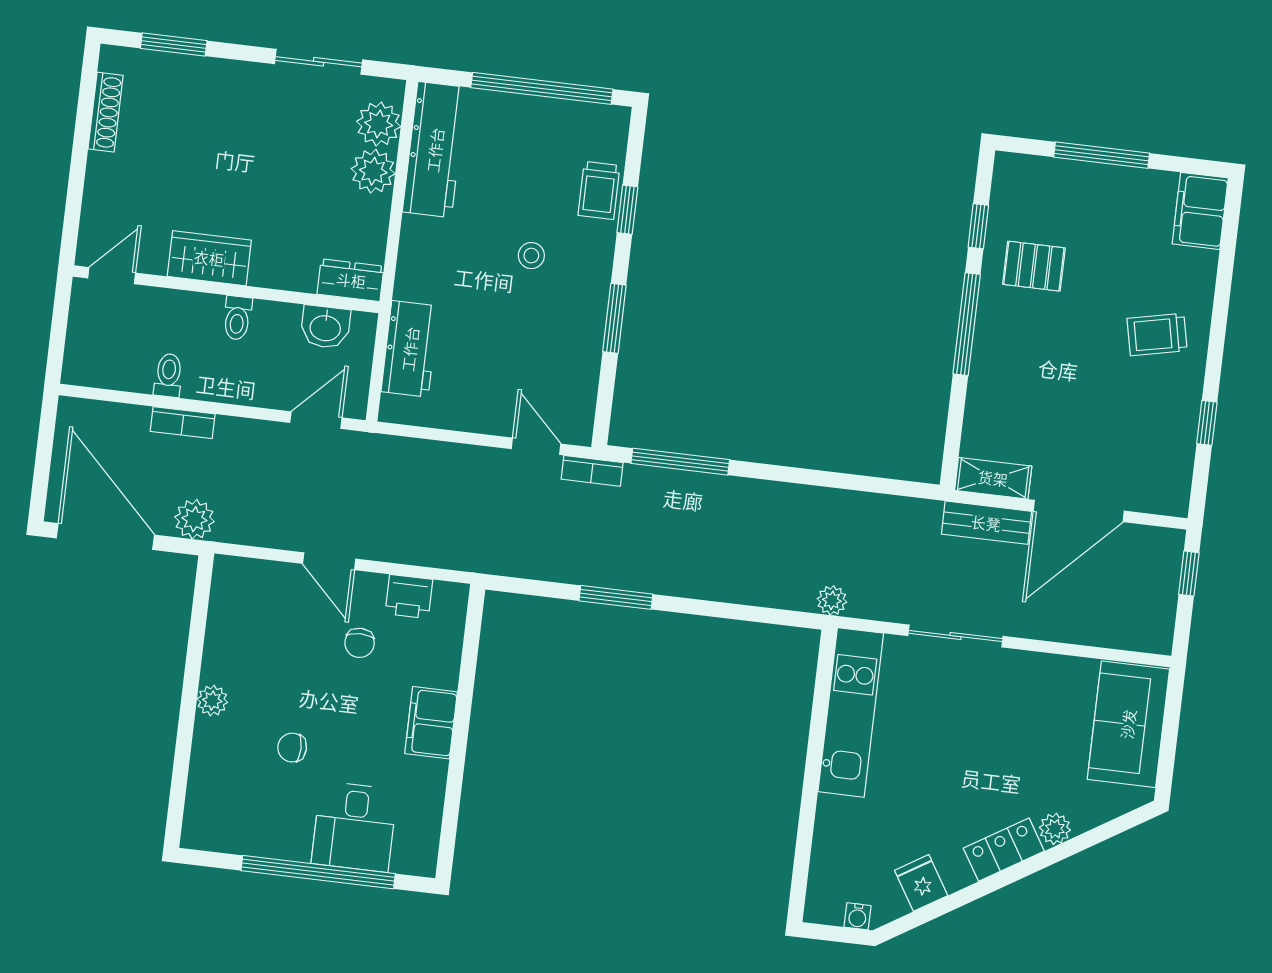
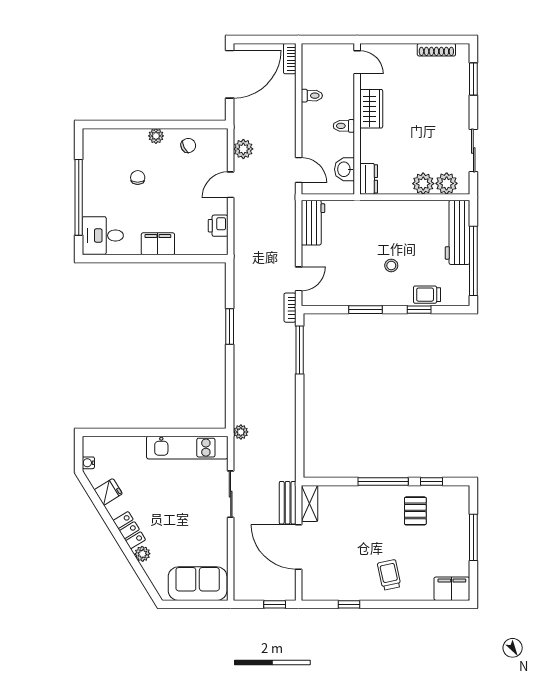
workbench: (435, 150) -> (457, 232), moved, turned 90
workbench: (410, 349) -> (313, 223), moved, turned -90
bookcase: (183, 423) -> (290, 59), moved
plant: (194, 519) -> (243, 149), moved
chair: (360, 643) -> (188, 146), moved, turned 153
desk: (354, 827) -> (103, 236), moved

